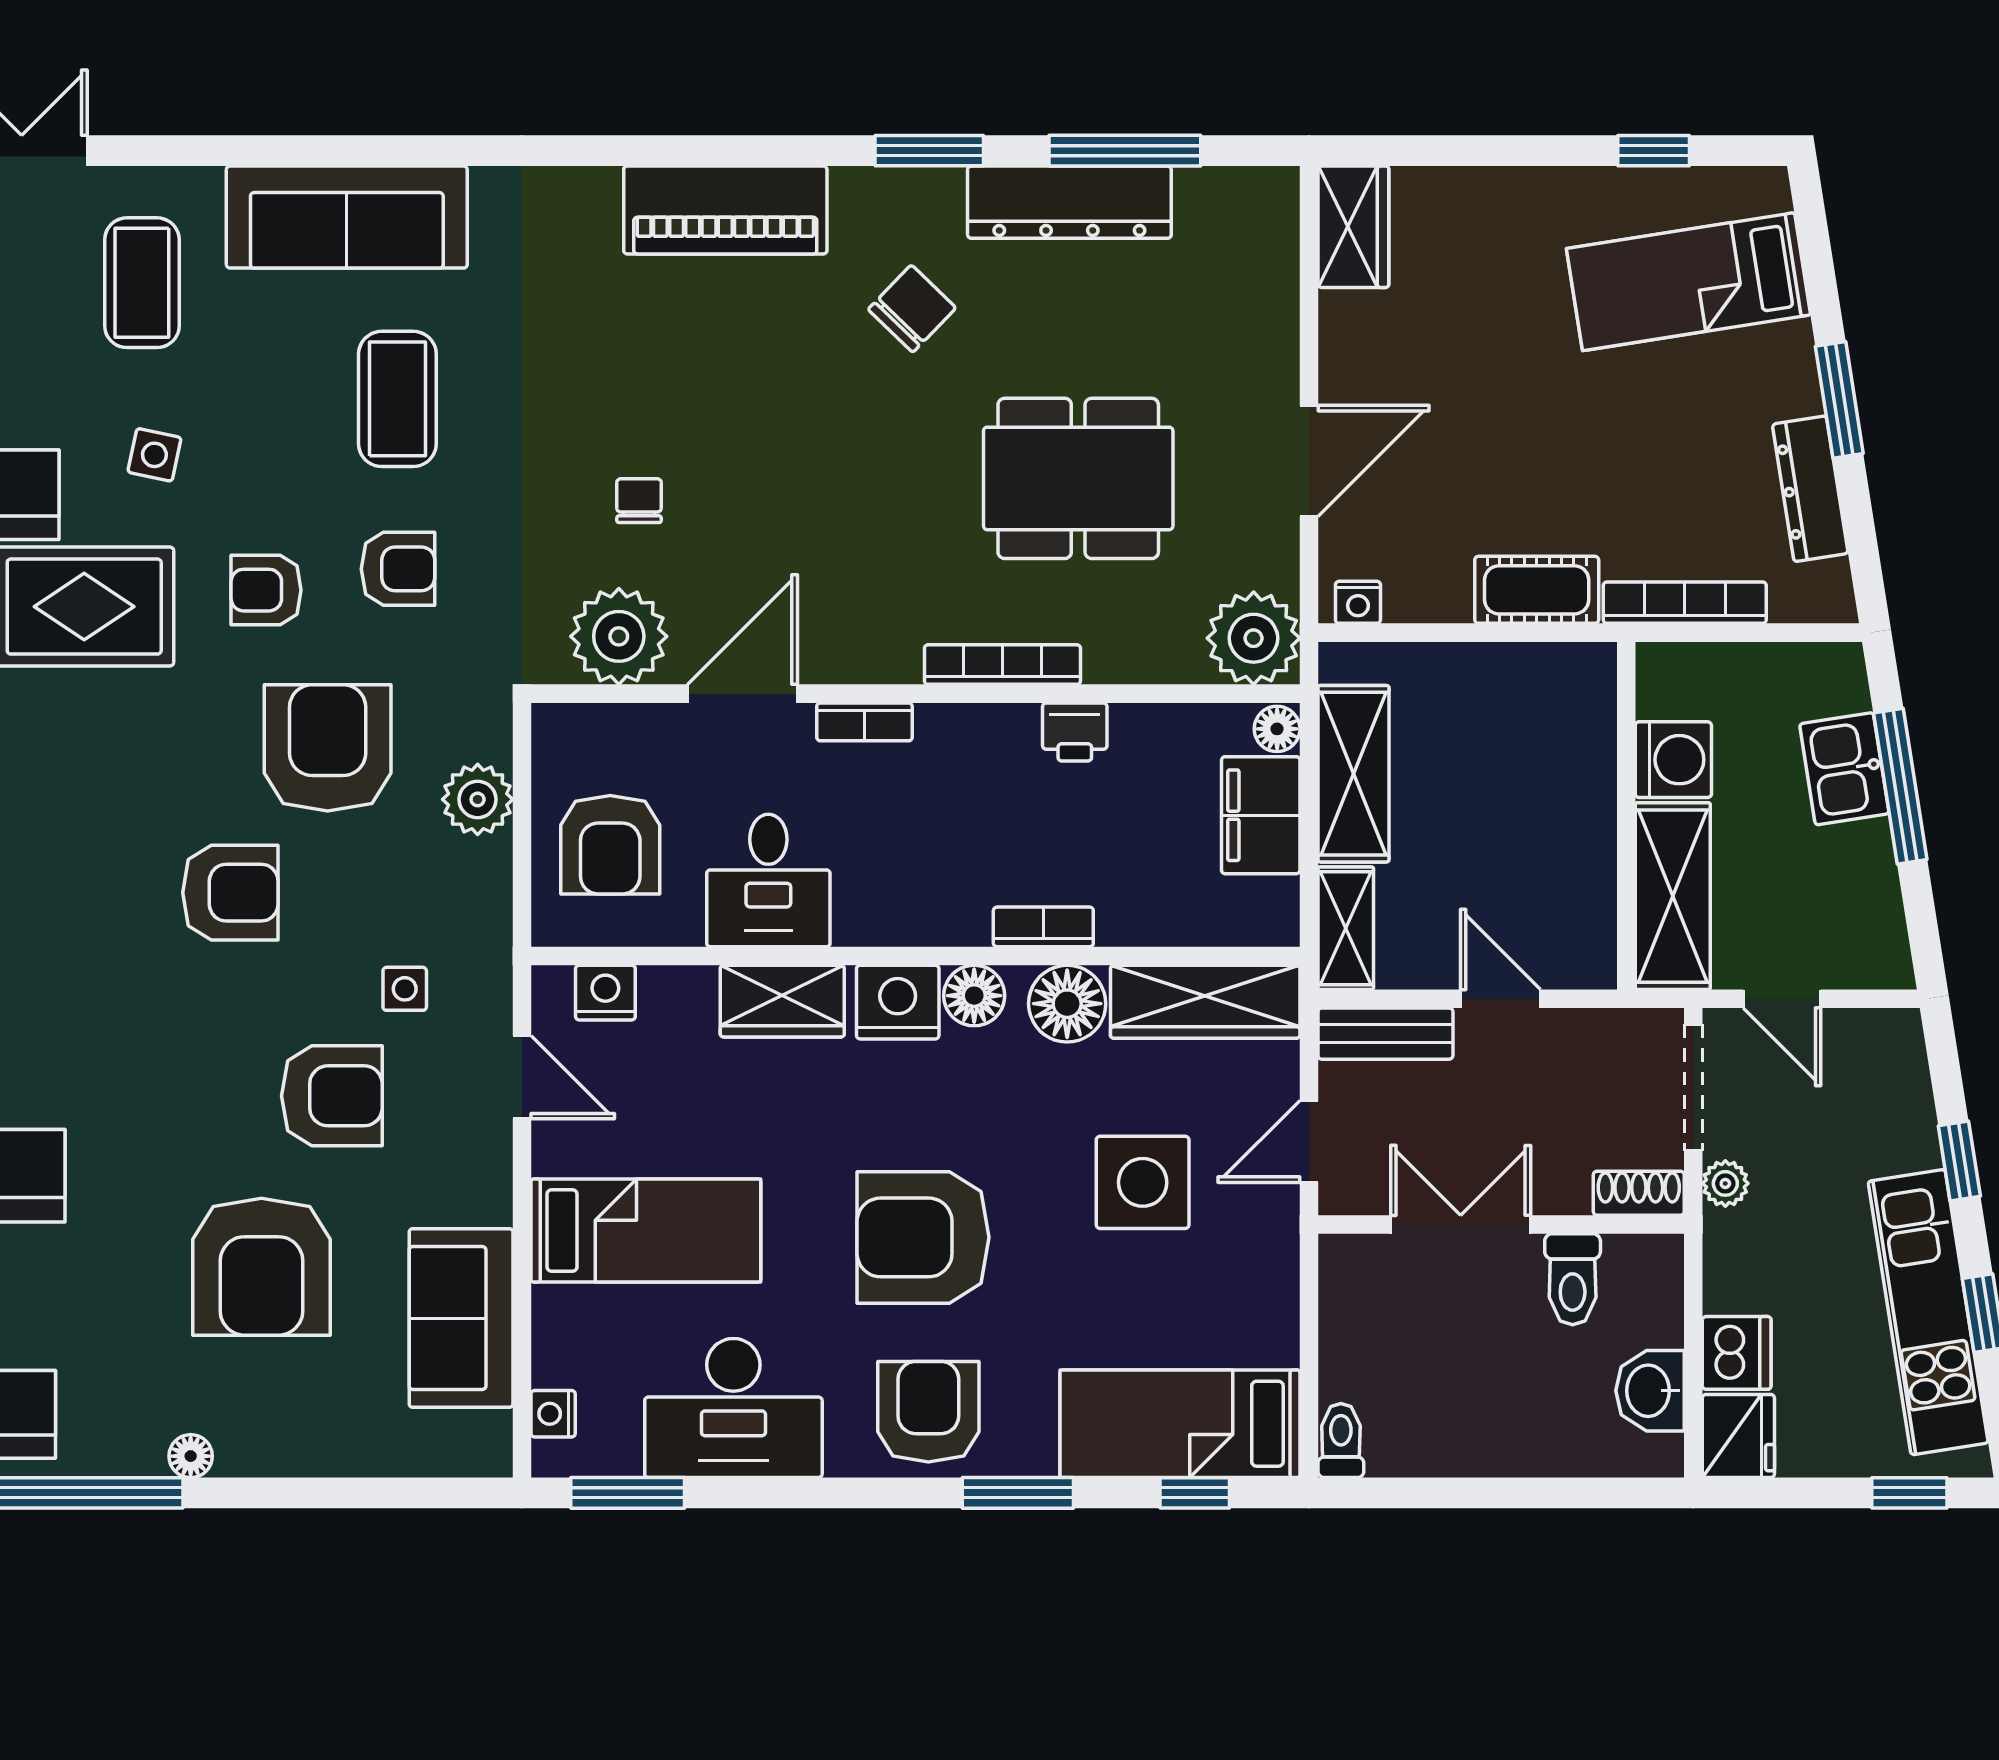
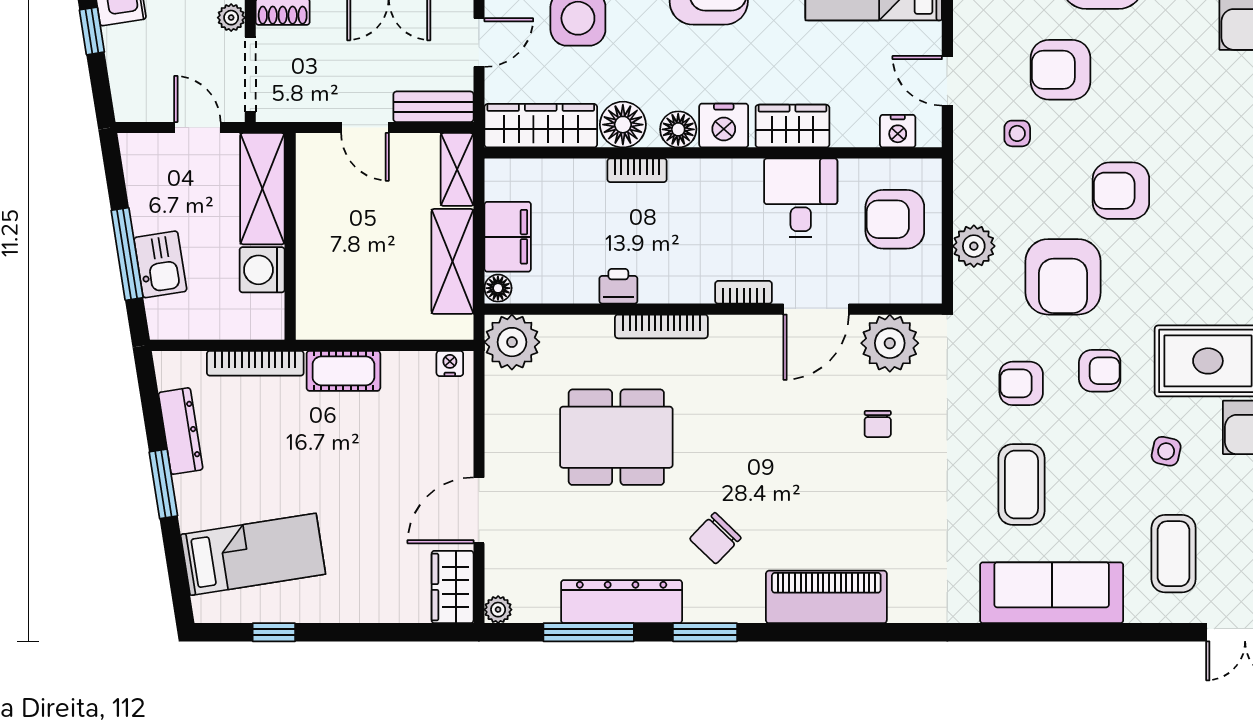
plant: (1277, 189) -> (498, 610), added
door: (1309, 461) -> (479, 510), moved
armchair: (610, 845) -> (895, 219), turned -90

